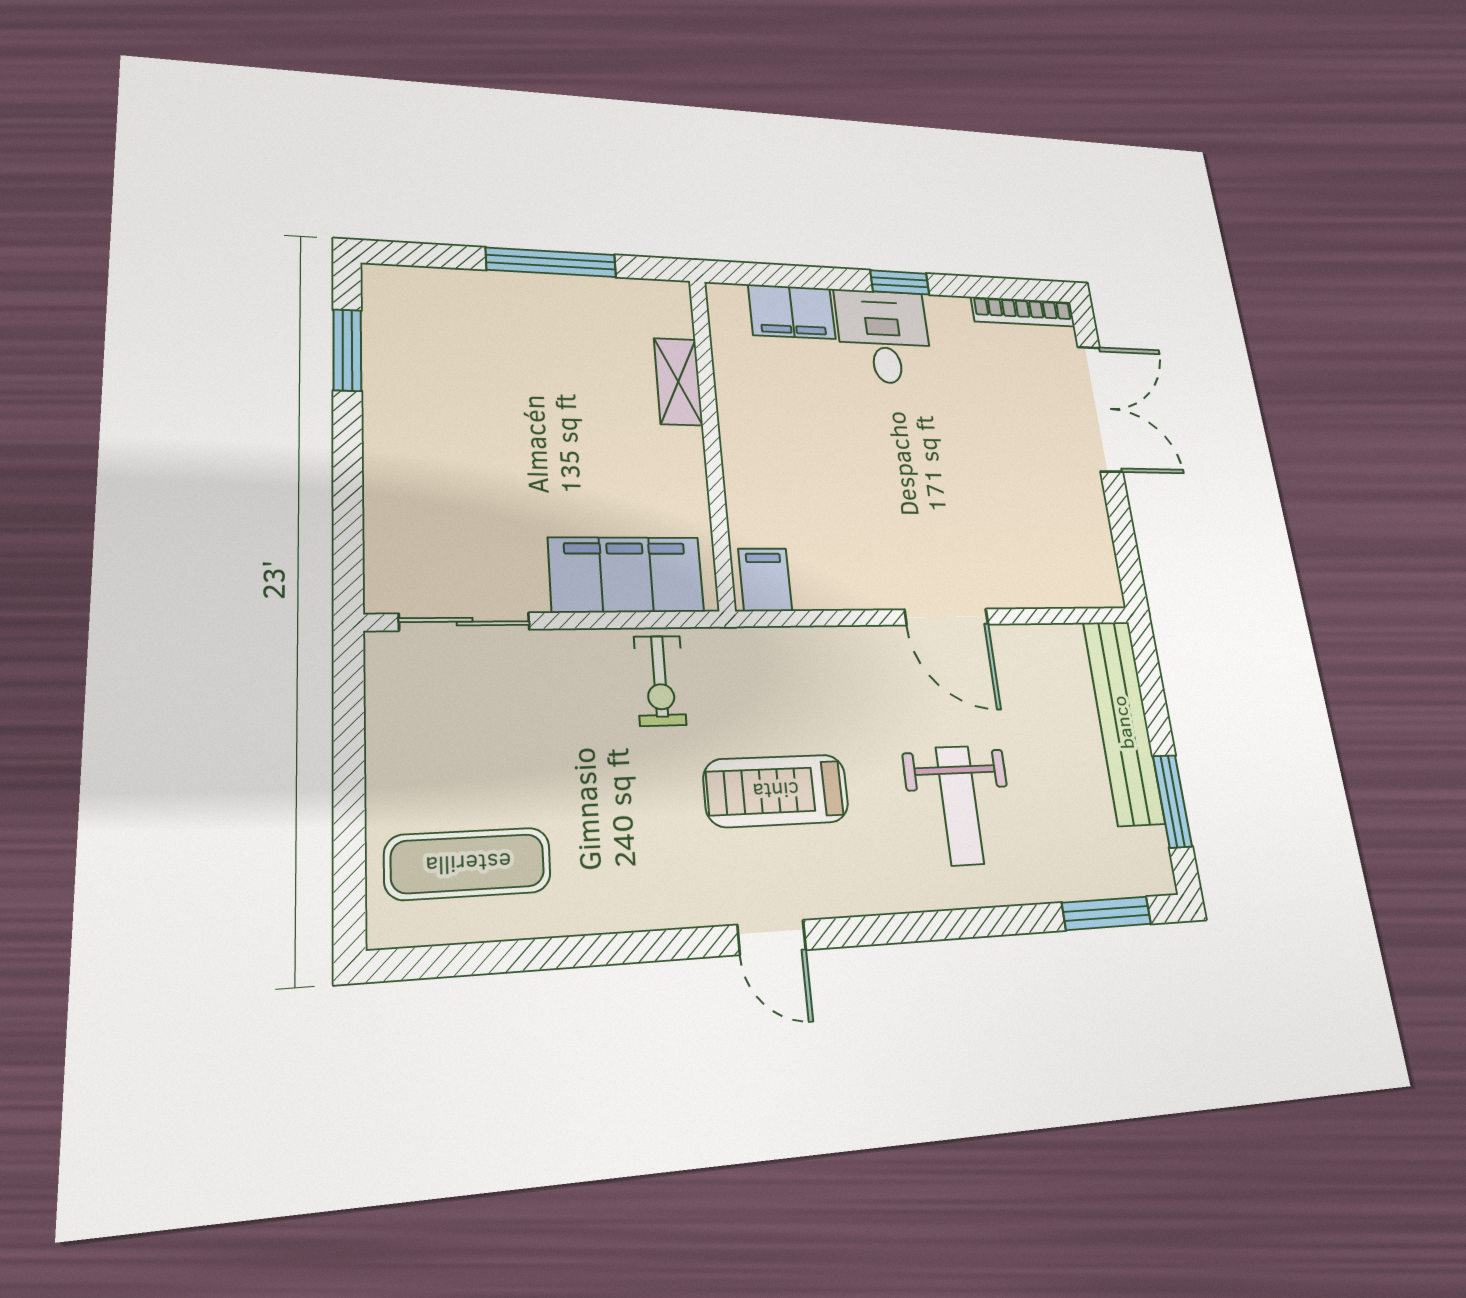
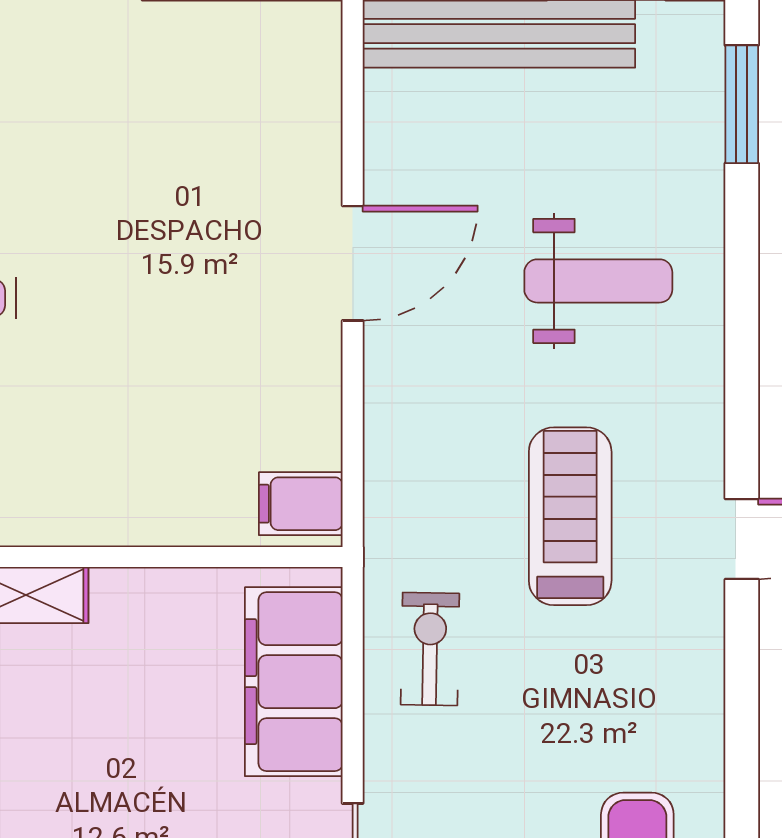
exercise bike: (660, 681) -> (430, 649), turned -89
treadmill: (776, 791) -> (570, 516), turned 180

